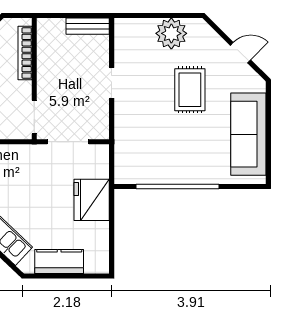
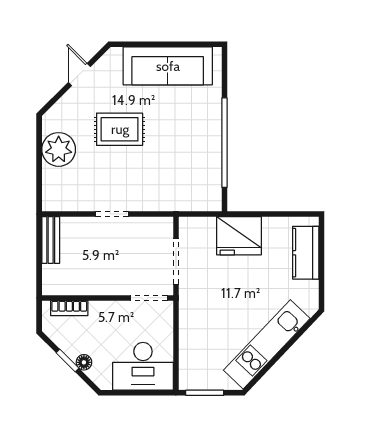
bookcase: (25, 53) -> (69, 308), width x0.64
kitchen counter: (59, 261) -> (306, 253), moved

